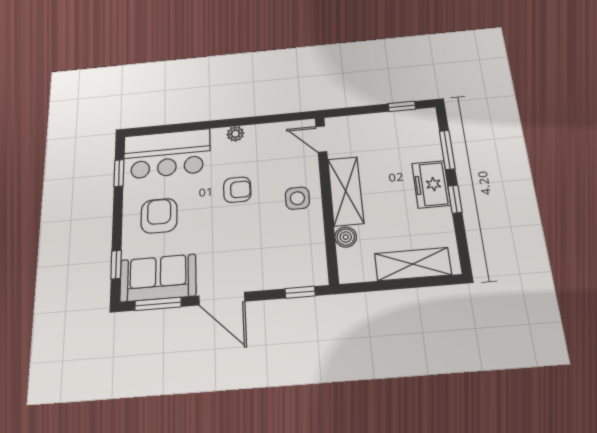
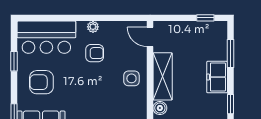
window: (119, 173) -> (14, 61), moved
armchair: (237, 190) -> (95, 53), moved
window: (455, 199) -> (230, 104), moved
armchair: (159, 216) -> (41, 82), turned -90

